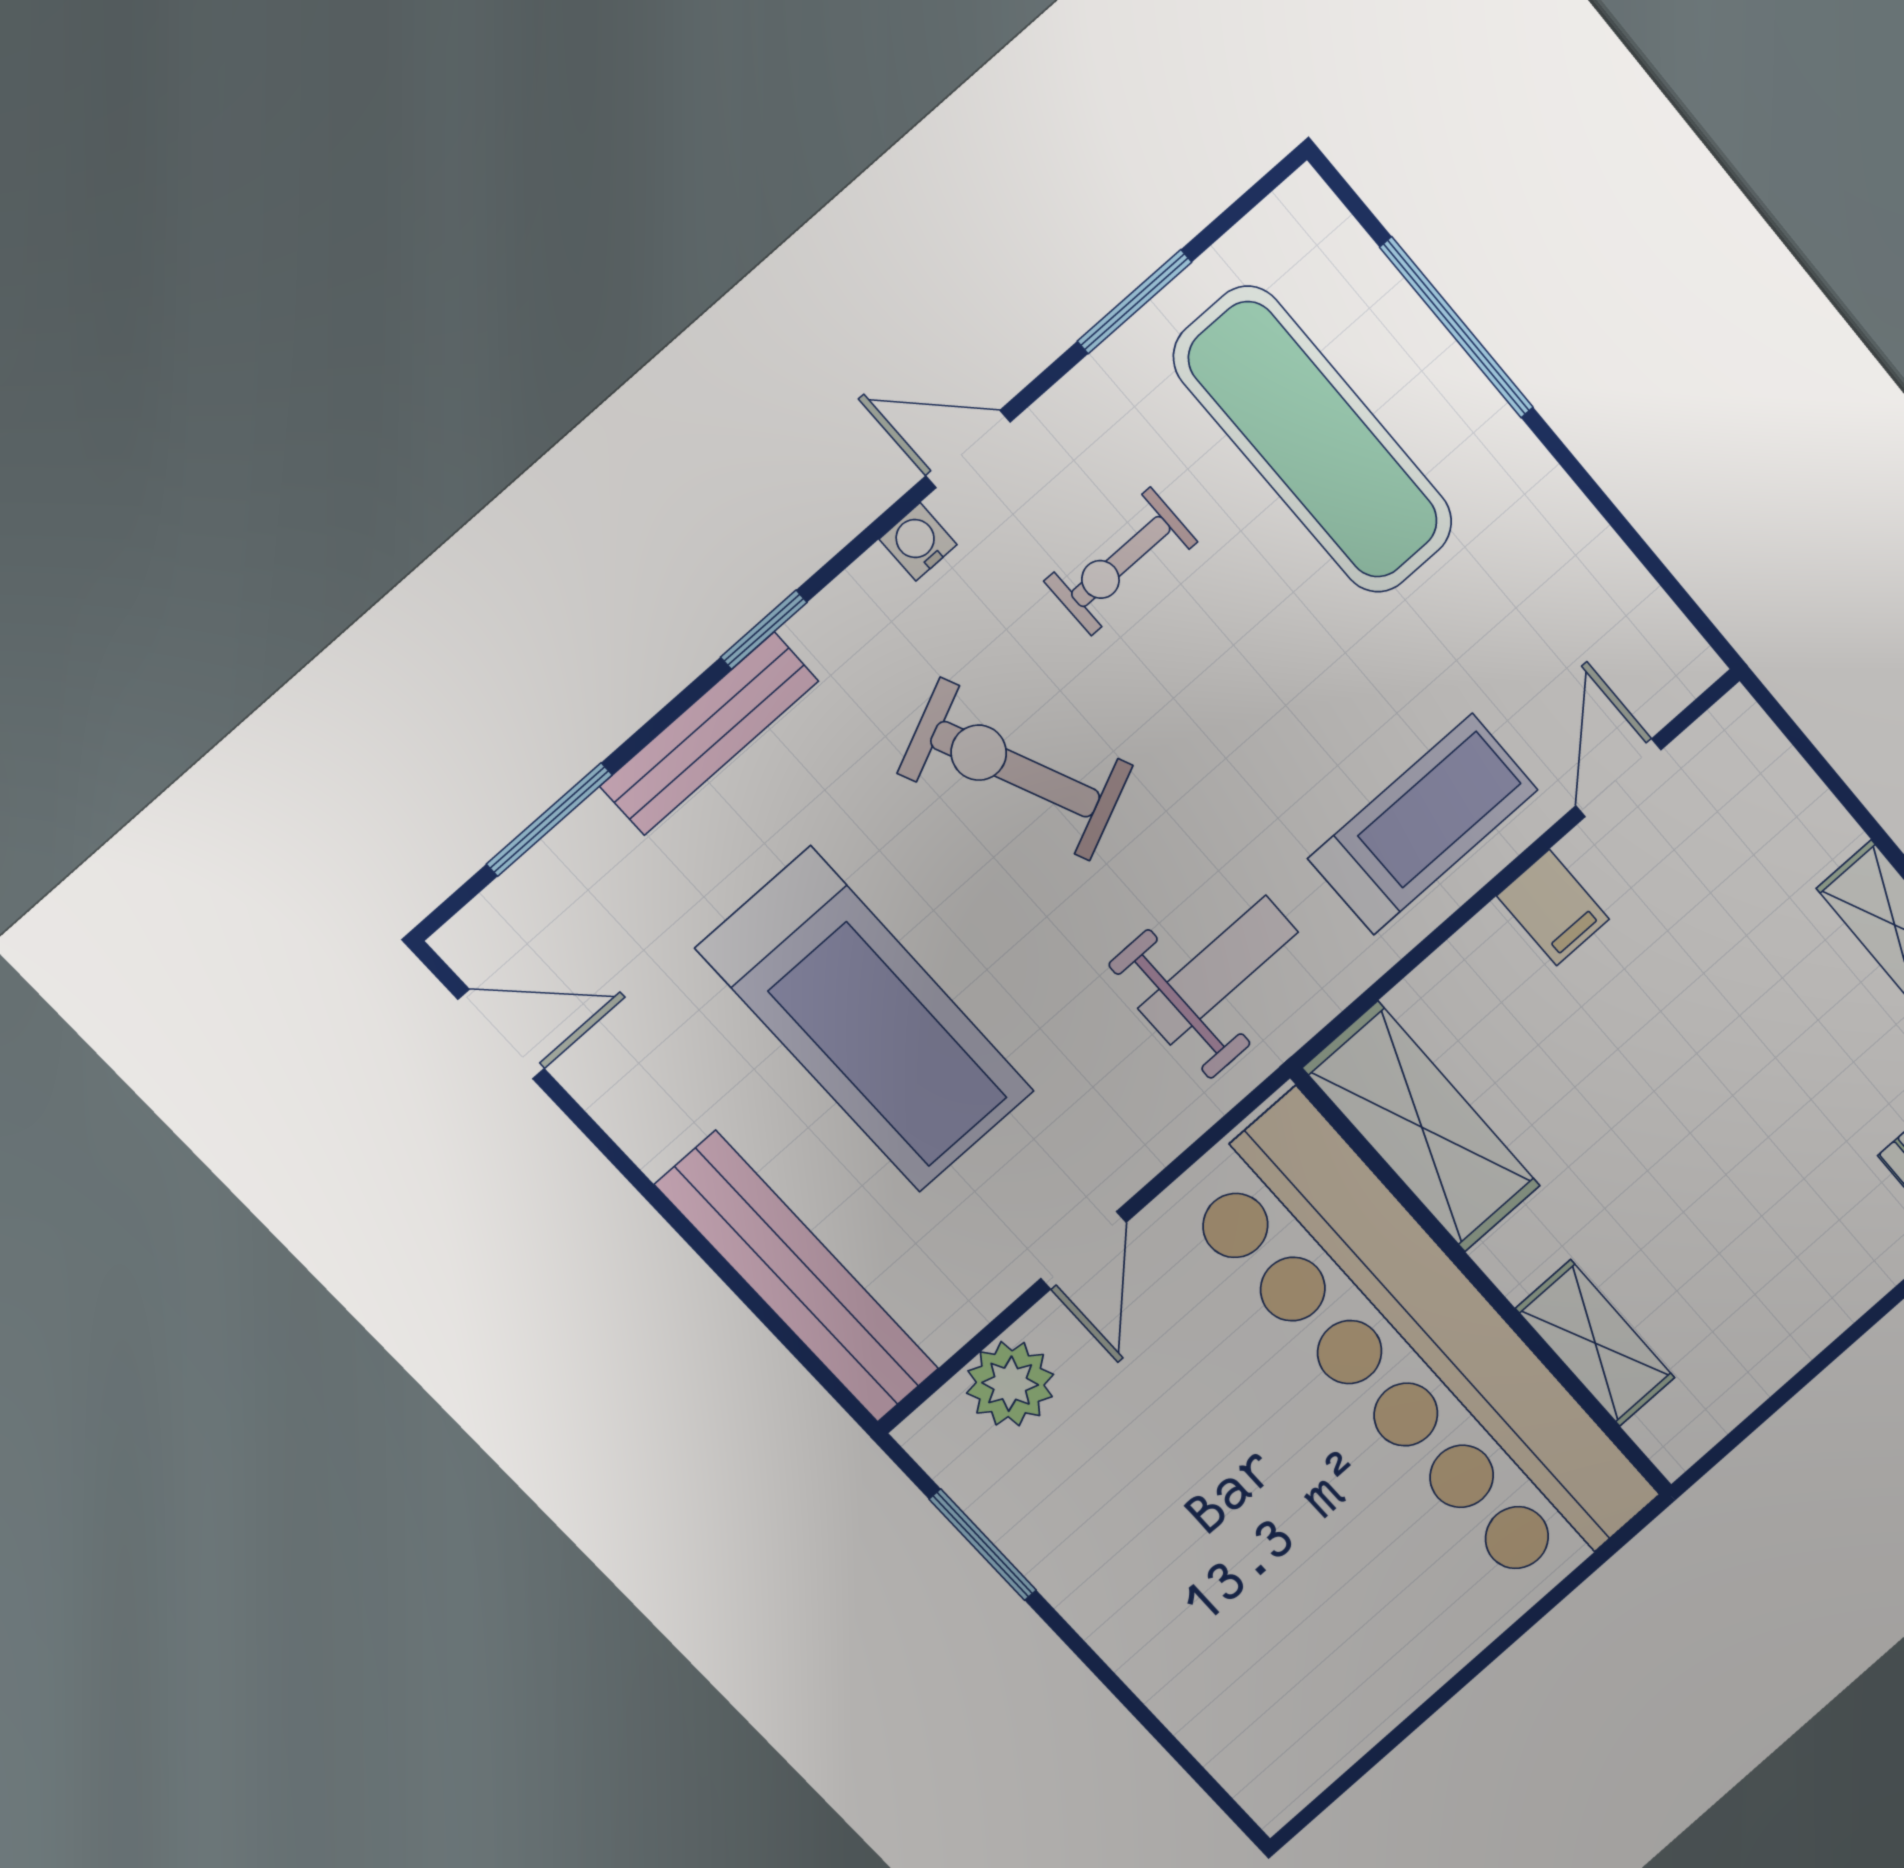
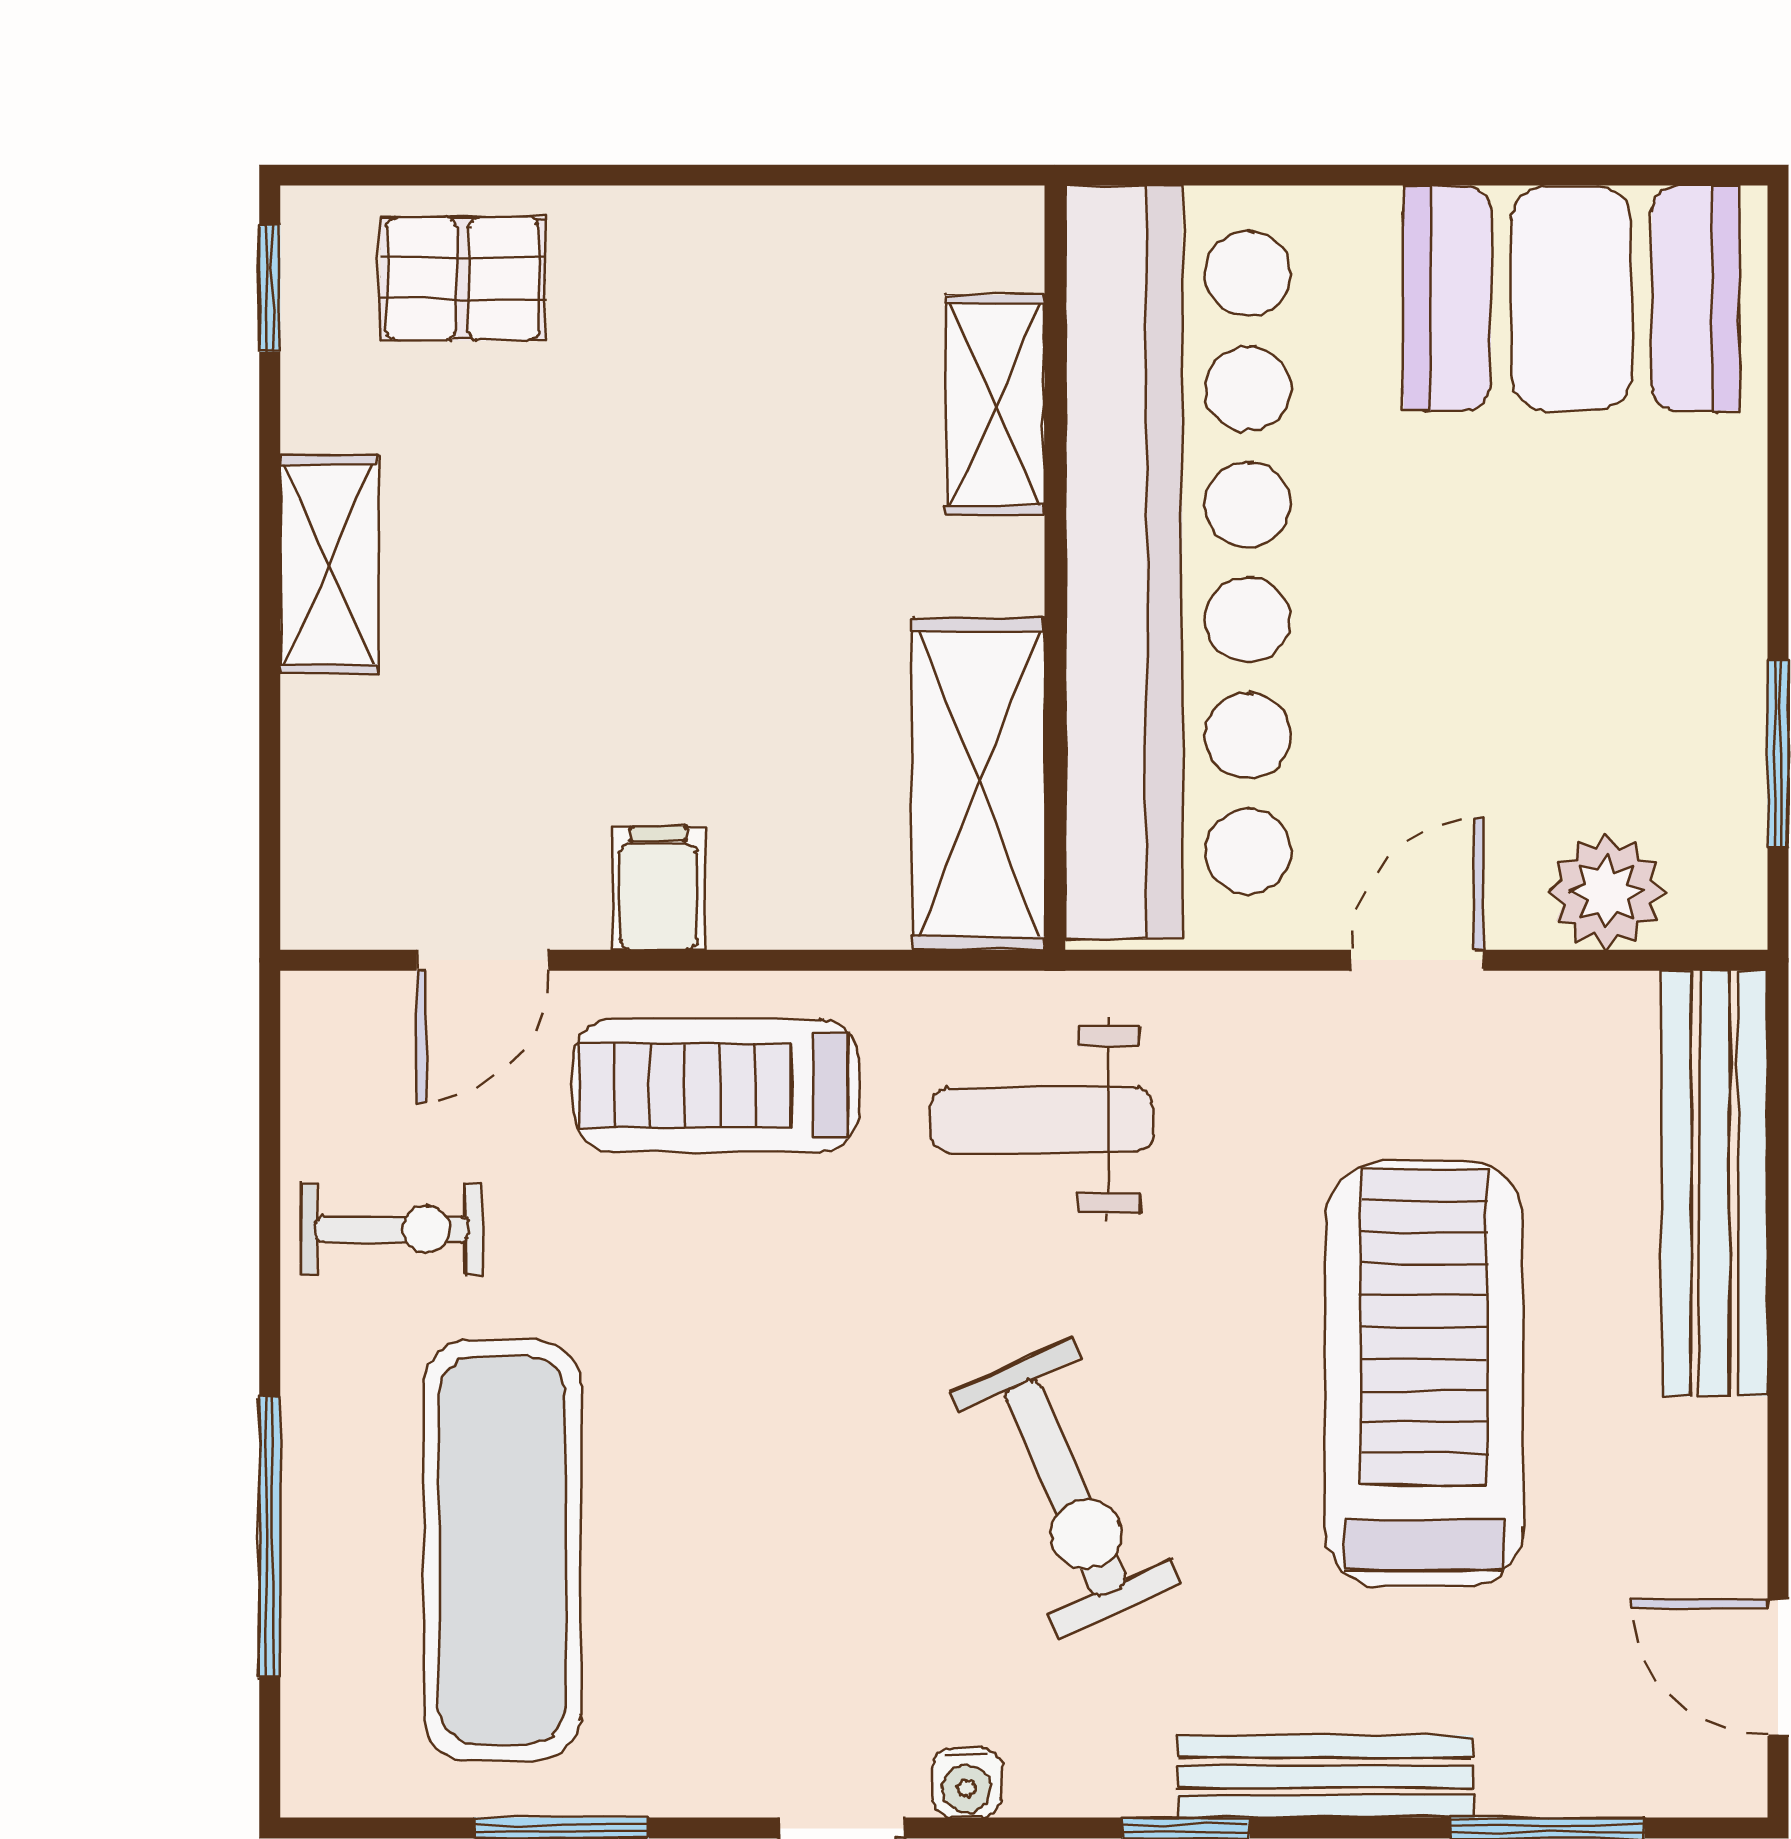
exercise bike: (1121, 561) -> (392, 1229), moved
booth: (1325, 1684) -> (1571, 298), added

